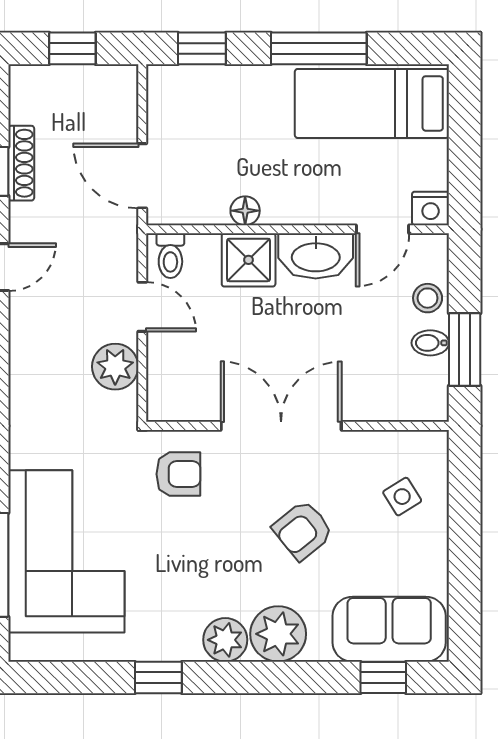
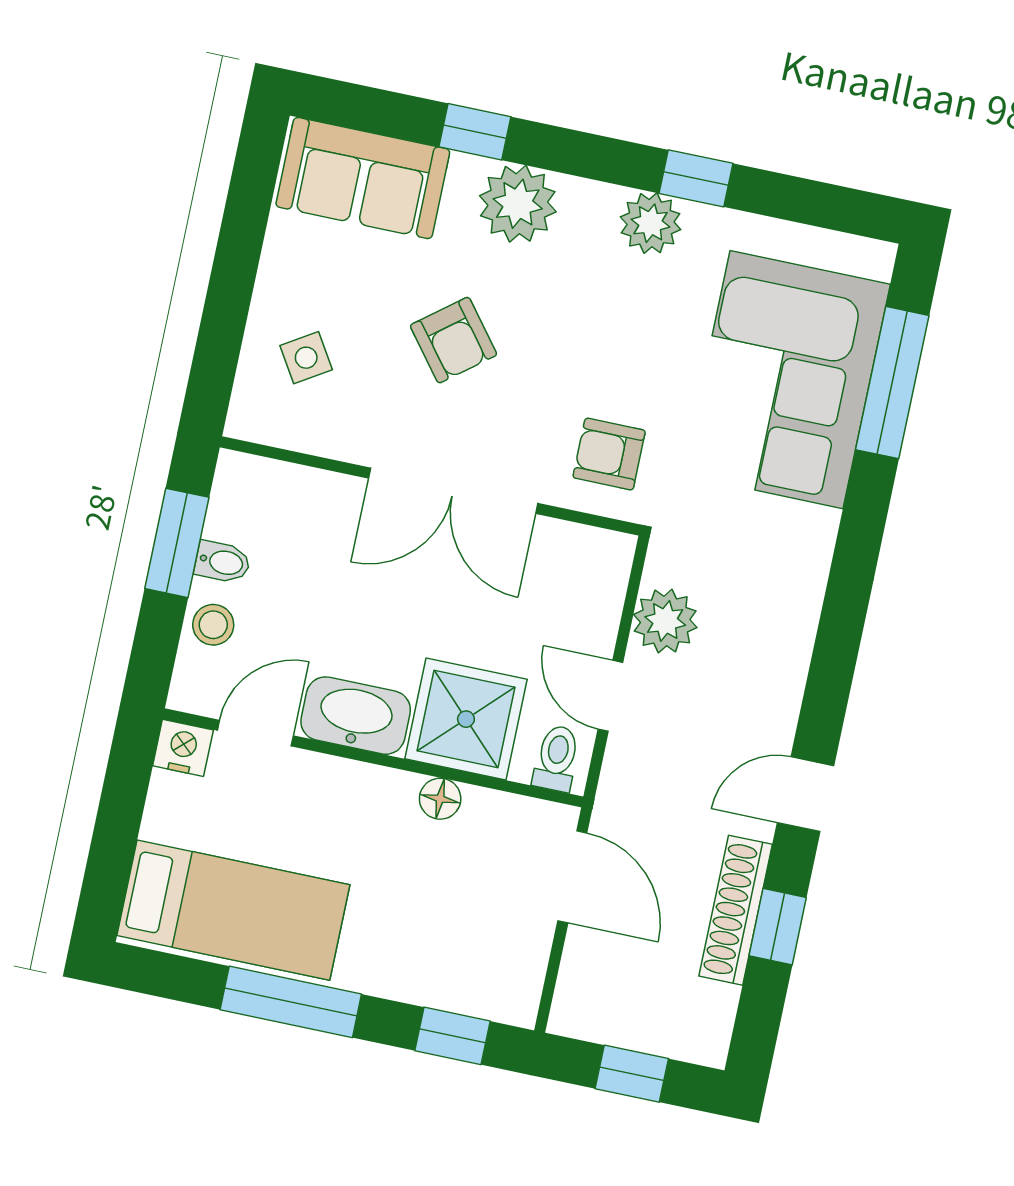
shoe rack: (21, 163) -> (736, 910), width x1.36, depth x1.24
shower: (249, 260) -> (466, 719), width x1.36, depth x1.36
armchair: (303, 530) -> (453, 340), turned 91
plant: (225, 640) -> (651, 223), moved
window: (383, 677) -> (475, 132), moved

